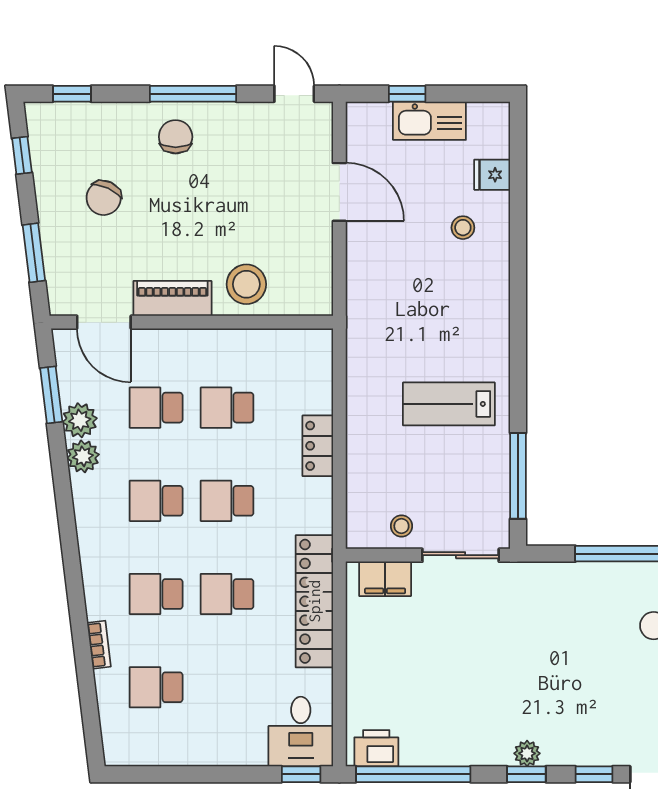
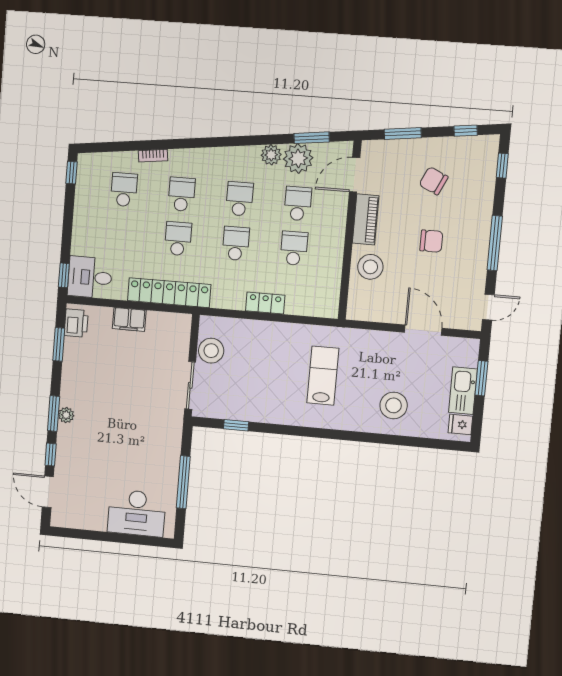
window: (407, 94) -> (481, 378), width x1.50
chair: (176, 137) -> (431, 241), moved
fridge: (492, 175) -> (460, 424), moved, turned -90
door: (339, 192) -> (423, 330), swing flipped
stool: (463, 228) -> (394, 405), width x1.89, depth x1.89
lab bench: (449, 404) -> (323, 376), moved
plant: (80, 420) -> (298, 158), width x1.36, depth x1.36
window: (518, 476) -> (236, 425), width x0.46
stool: (401, 526) -> (211, 351), width x1.89, depth x1.89
filing cabinet: (385, 579) -> (129, 319), moved, turned -90
window: (136, 774) -> (71, 173), added
window: (413, 774) -> (59, 344), width x0.47
window: (526, 774) -> (54, 414), width x1.50

